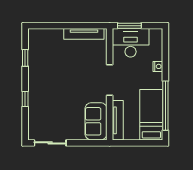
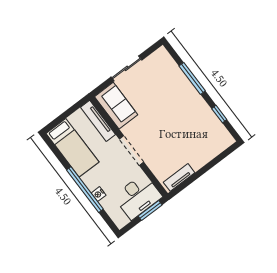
tv unit: (84, 34) -> (179, 177), width x0.71
window: (25, 99) -> (192, 78), width x2.17
window: (165, 106) -> (85, 190), moved
sliding door: (50, 143) -> (126, 68), moved

